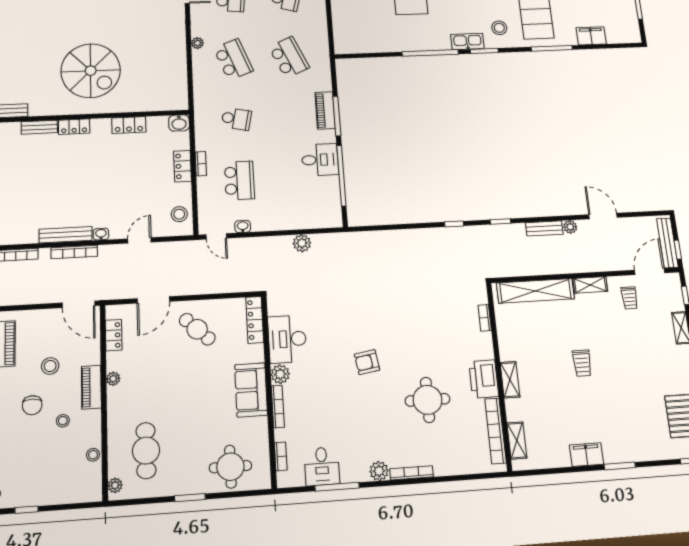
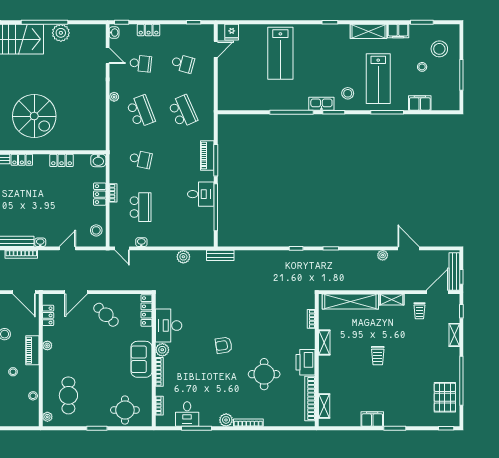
bench: (544, 228) -> (220, 255), moved
shelving: (510, 380) -> (324, 343), moved

